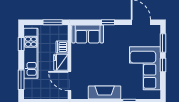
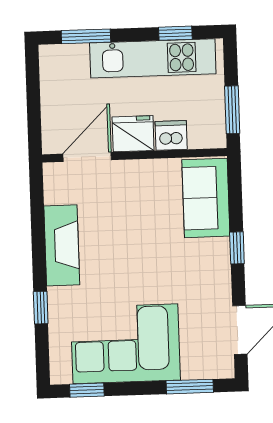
window: (163, 65) -> (87, 390), moved

